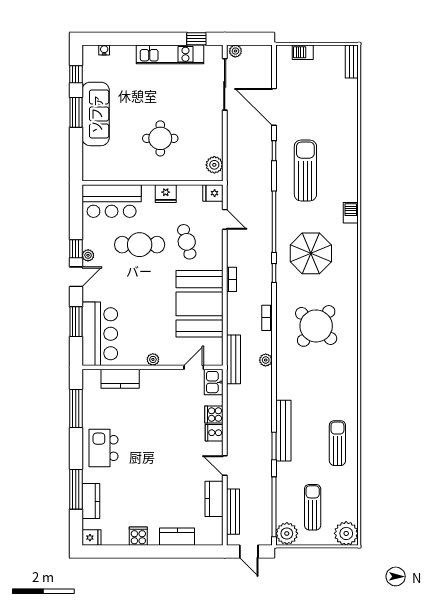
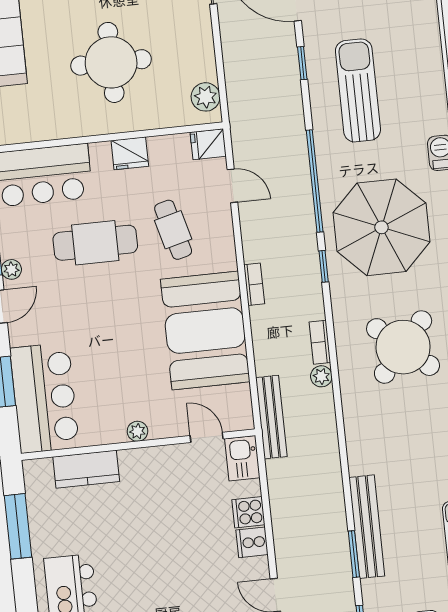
round table: (160, 138) -> (111, 62), width x1.36, depth x1.36
parasol: (311, 253) -> (381, 227), width x1.36, depth x1.36
plant: (266, 360) -> (321, 376), moved
door: (194, 367) -> (207, 437), hinge flipped

